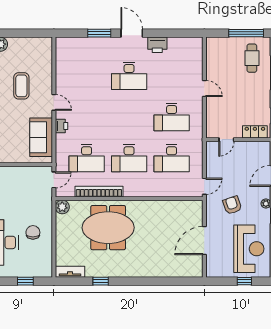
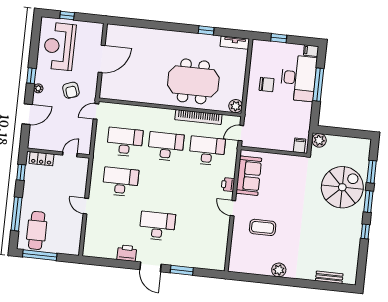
cafe table: (252, 58) -> (37, 230), width x1.37, depth x1.35
coffee table: (21, 86) -> (263, 227), turned 90
chair: (33, 232) -> (267, 84), turned -90

